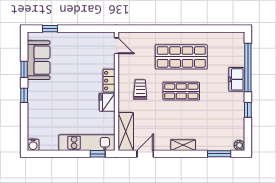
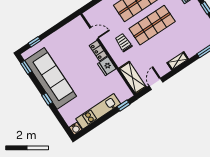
door: (116, 46) -> (94, 33), moved
sofa: (39, 60) -> (51, 78), width x1.85, depth x1.27
window: (24, 69) -> (26, 67), moved
shop shelf: (181, 91) -> (152, 25), width x1.43, depth x1.36
kitchen unit: (87, 143) -> (98, 111), moved

